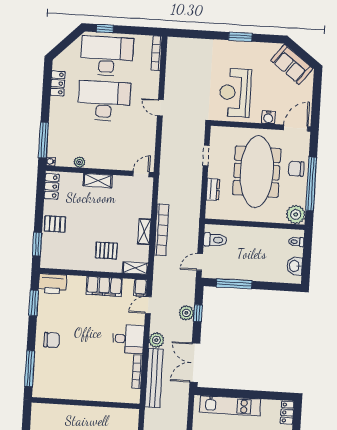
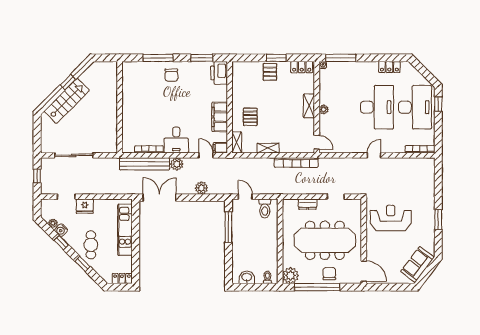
water cooler: (268, 117) -> (371, 247), removed
plant: (79, 162) -> (324, 109), moved
bookcase: (161, 230) -> (296, 163), moved
window: (37, 244) -> (276, 58), moved
window: (198, 313) -> (202, 198), removed
window: (30, 369) -> (158, 58), moved

